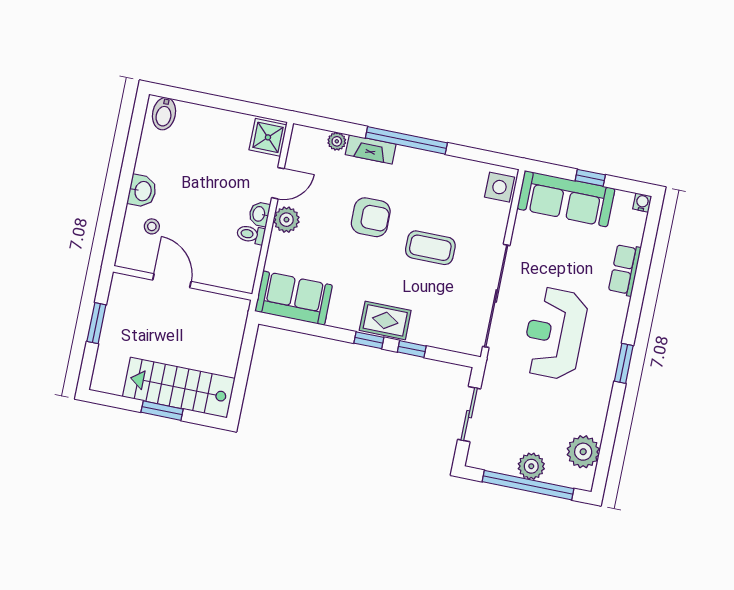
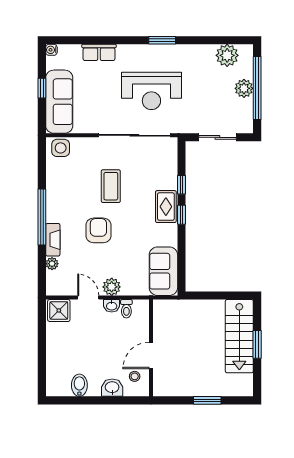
bidet: (164, 114) -> (79, 385), moved, turned -90
door: (172, 281) -> (151, 355), moved
wall: (183, 283) -> (151, 348), moved

